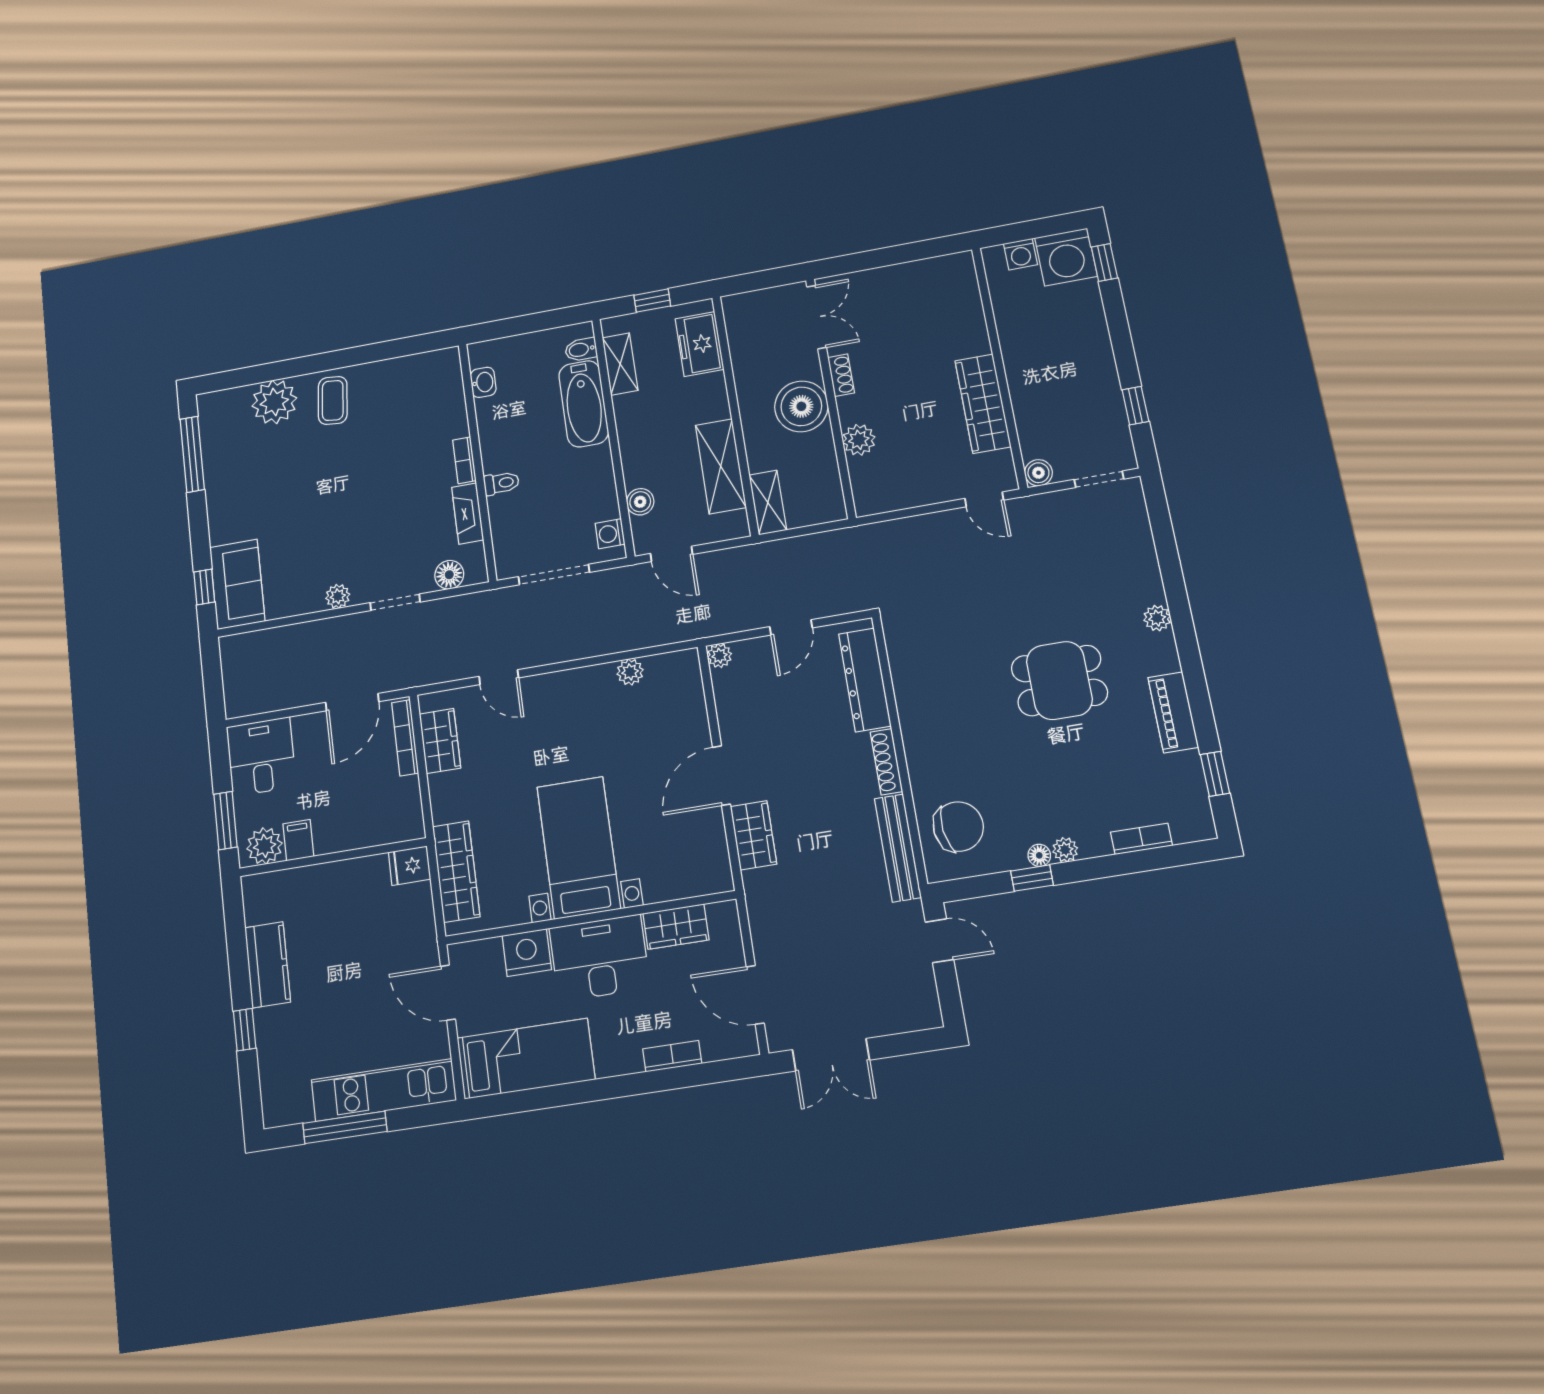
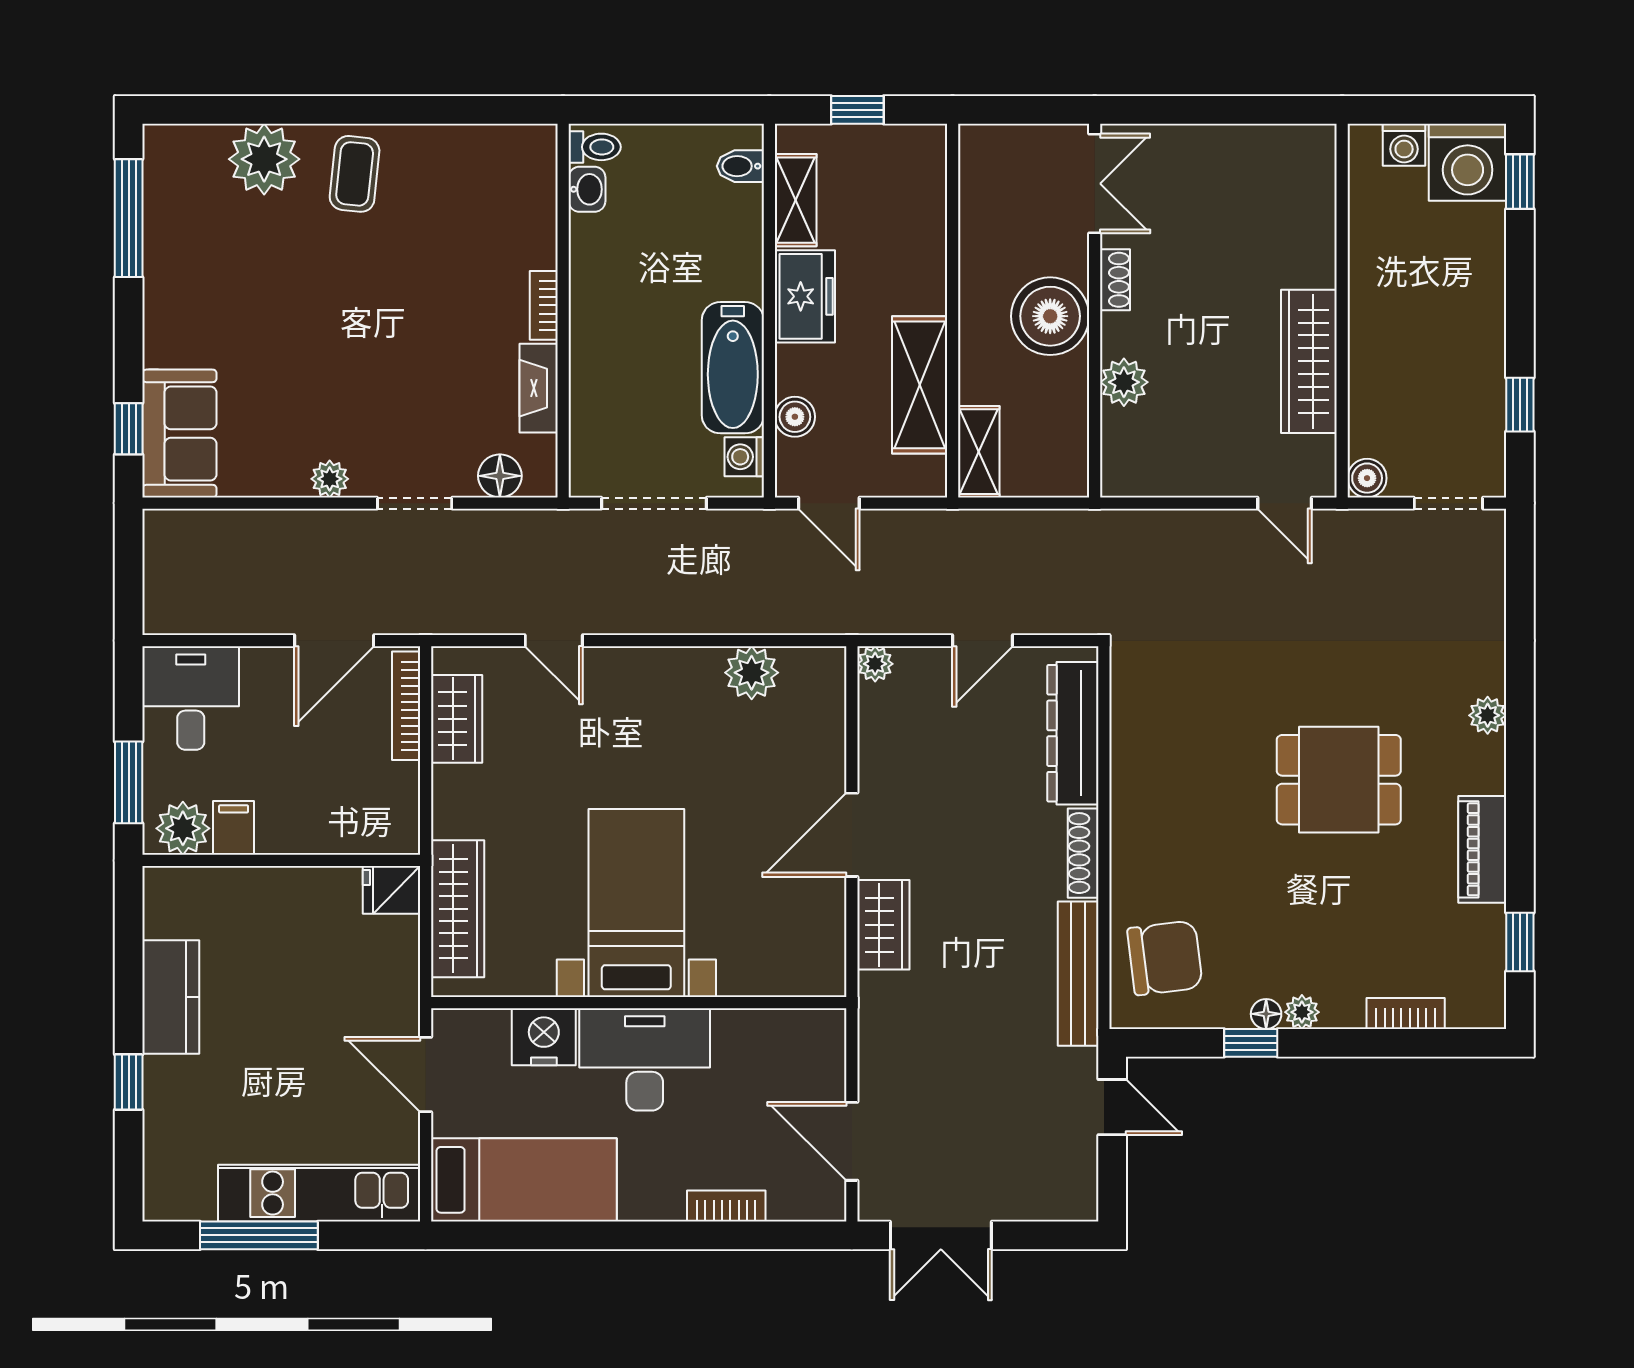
freezer: (699, 344) -> (805, 296), moved, turned 180
bathtub: (584, 404) -> (733, 368), moved
toilet: (501, 483) -> (595, 147), moved
plant: (630, 672) -> (752, 673), width x1.38, depth x1.38
wardrobe: (676, 927) -> (757, 1033), removed

